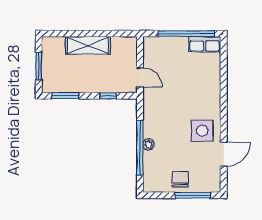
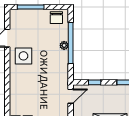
door: (140, 77) -> (71, 96), swing flipped
chair: (180, 179) -> (56, 18), moved

